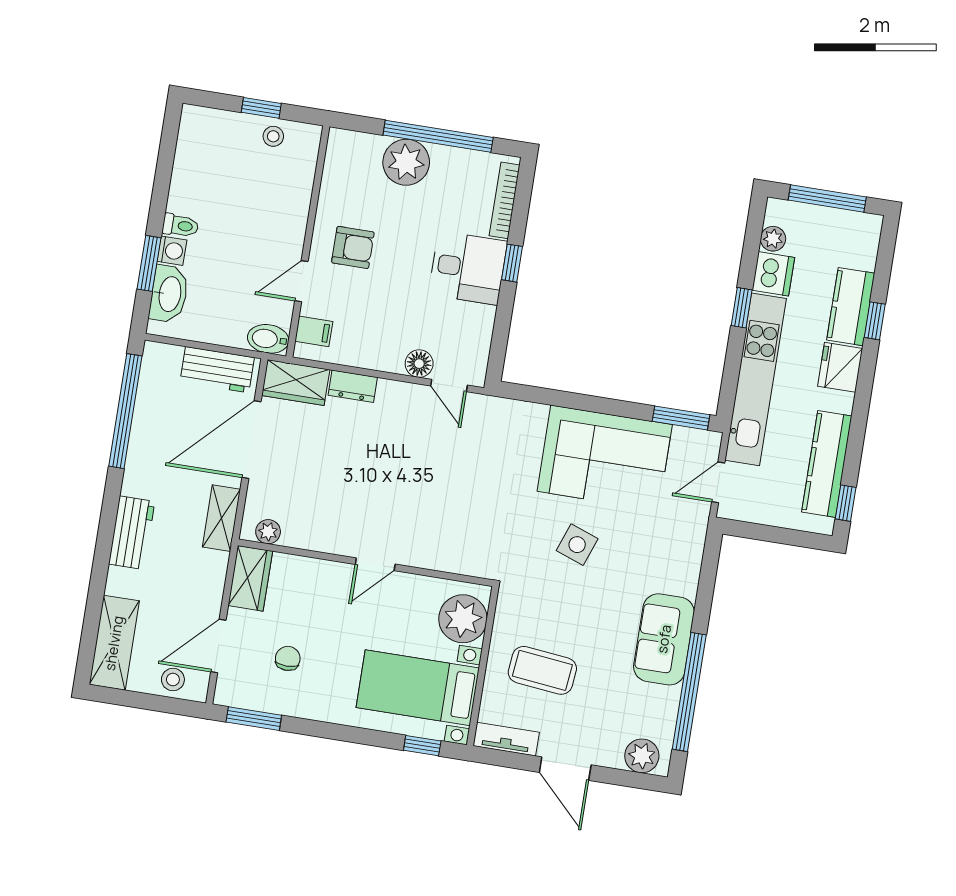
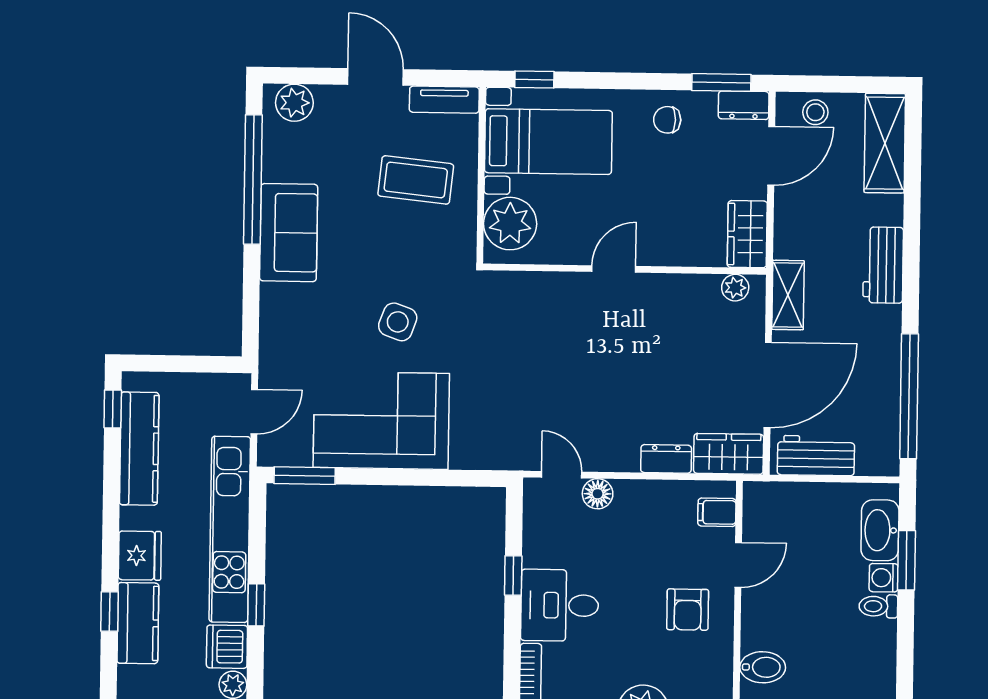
armchair: (353, 247) -> (688, 610), turned -90
window: (512, 263) -> (513, 575), moved
bidet: (268, 339) -> (763, 667), moved
chair: (288, 658) -> (667, 120), moved, turned 90
dresser: (237, 695) -> (744, 105), added

